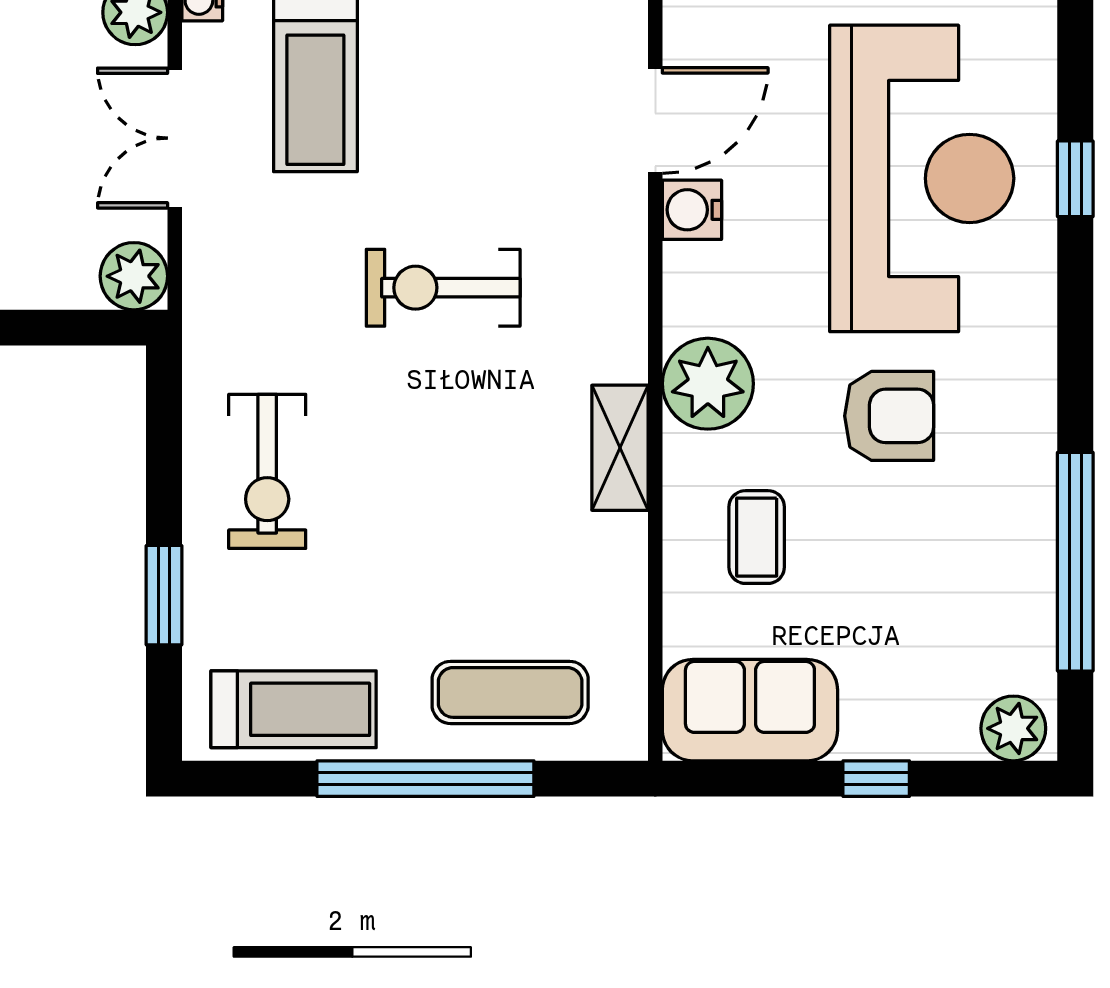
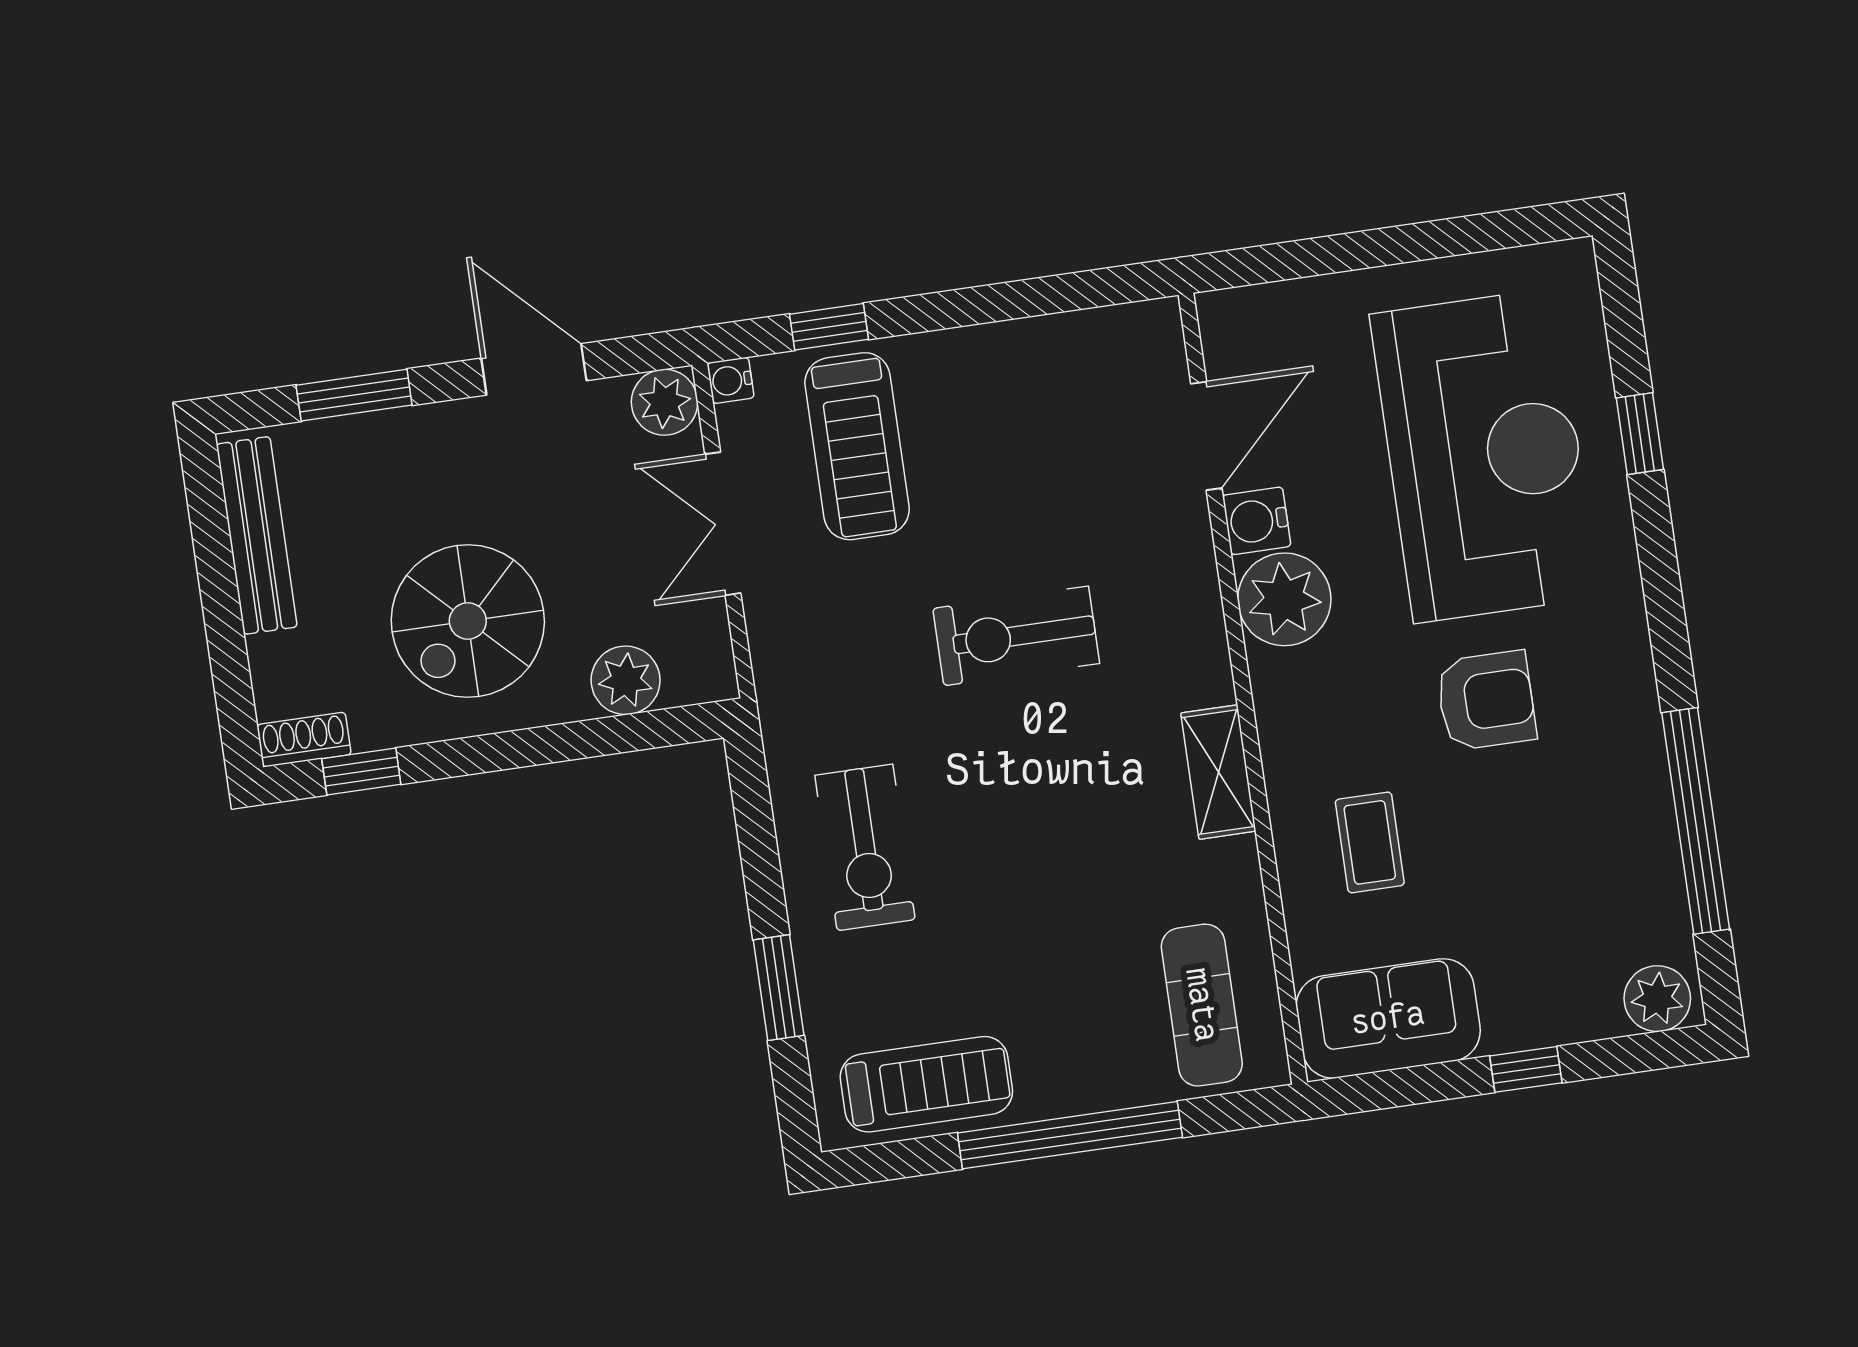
plant: (134, 276) -> (626, 680), moved
plant: (708, 384) -> (1284, 599), moved
exercise mat: (510, 692) -> (1202, 1005), moved, turned 90

